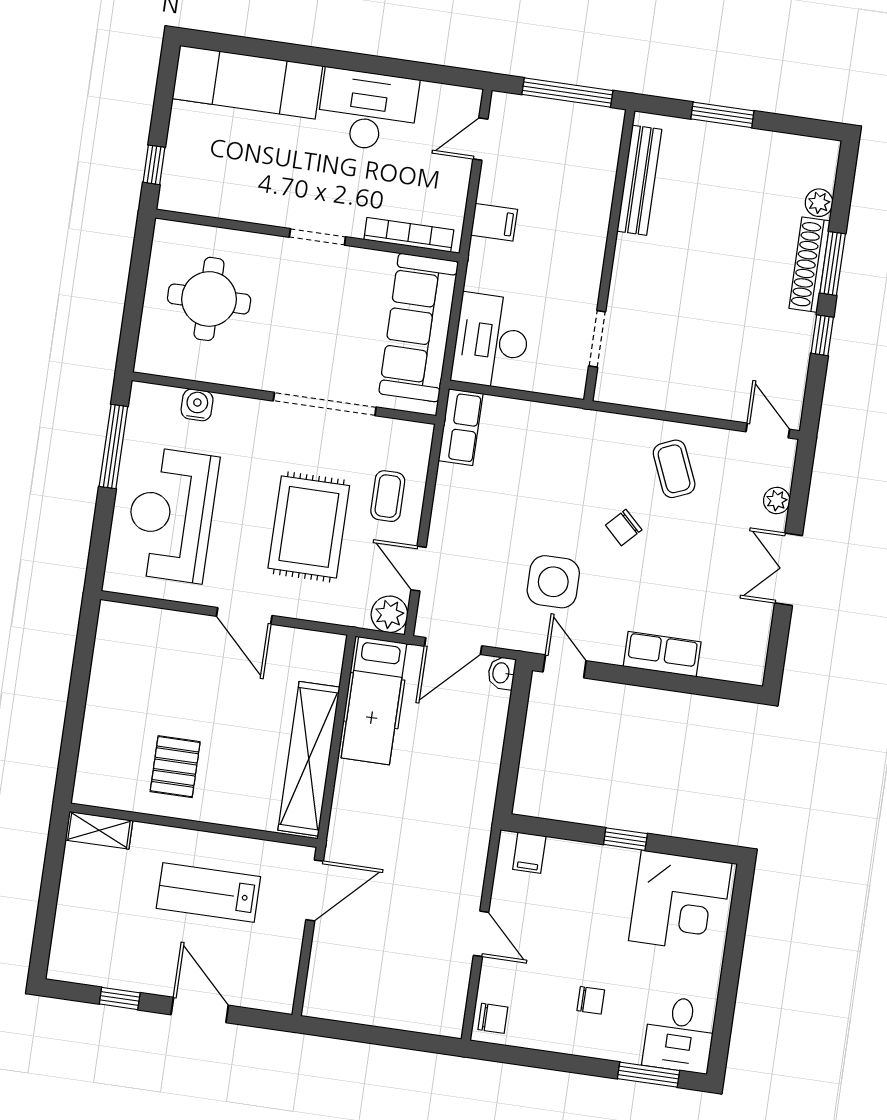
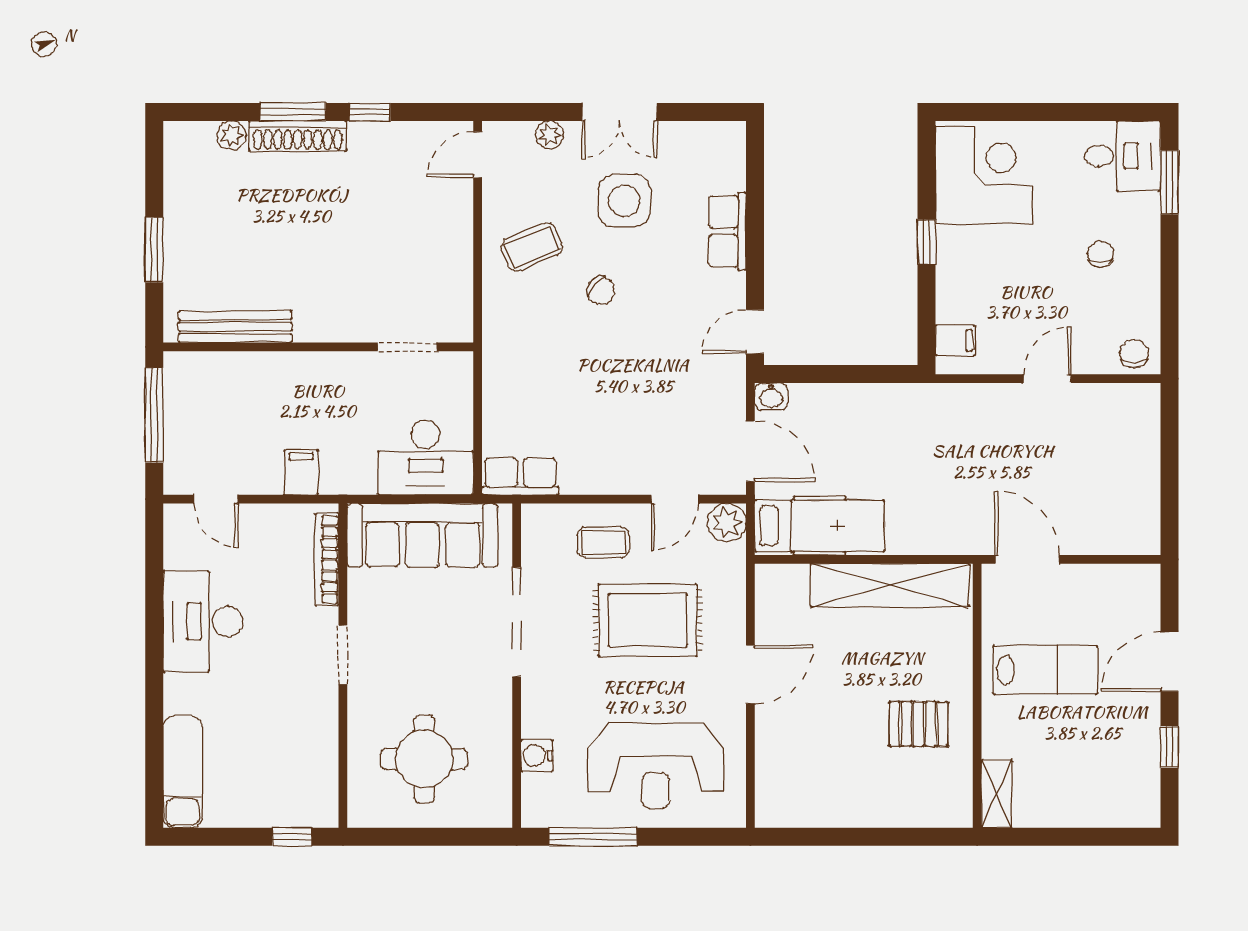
exam couch: (247, 82) -> (183, 772), width x0.73, depth x0.69
side table: (553, 582) -> (624, 201), moved
lab bench: (208, 893) -> (1045, 670), turned -90

